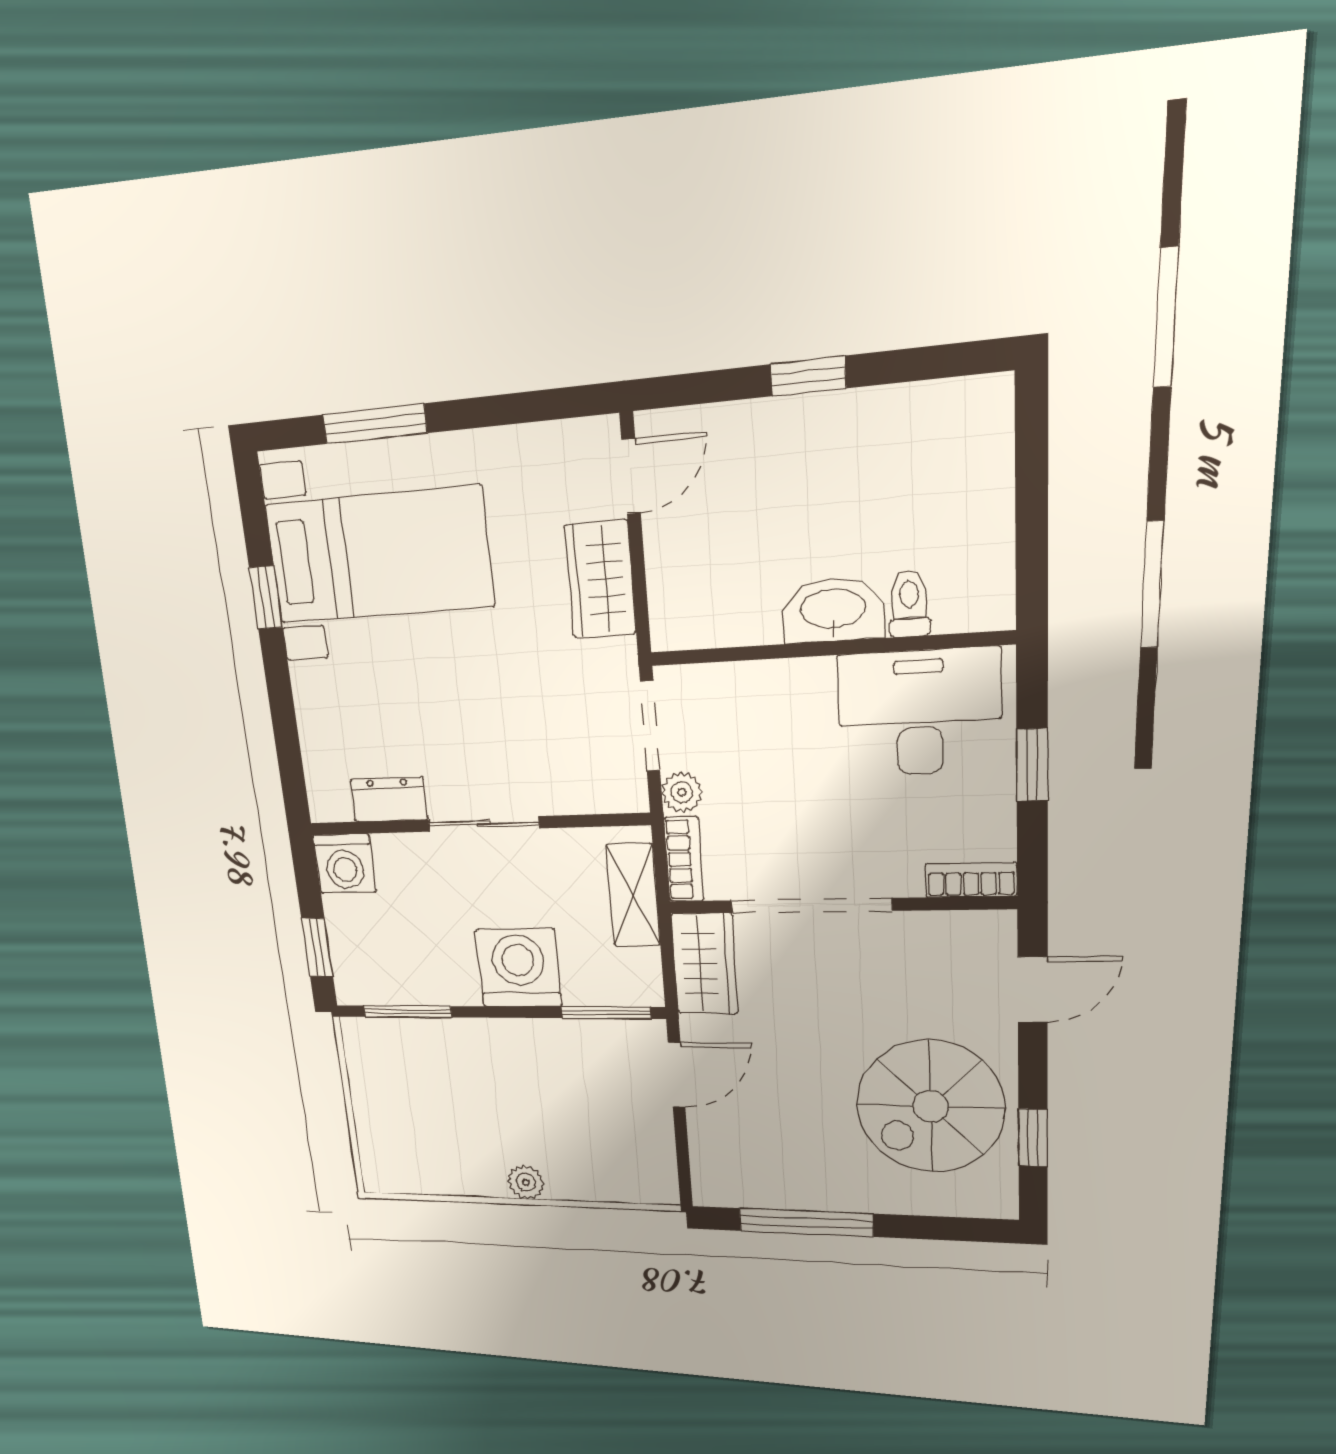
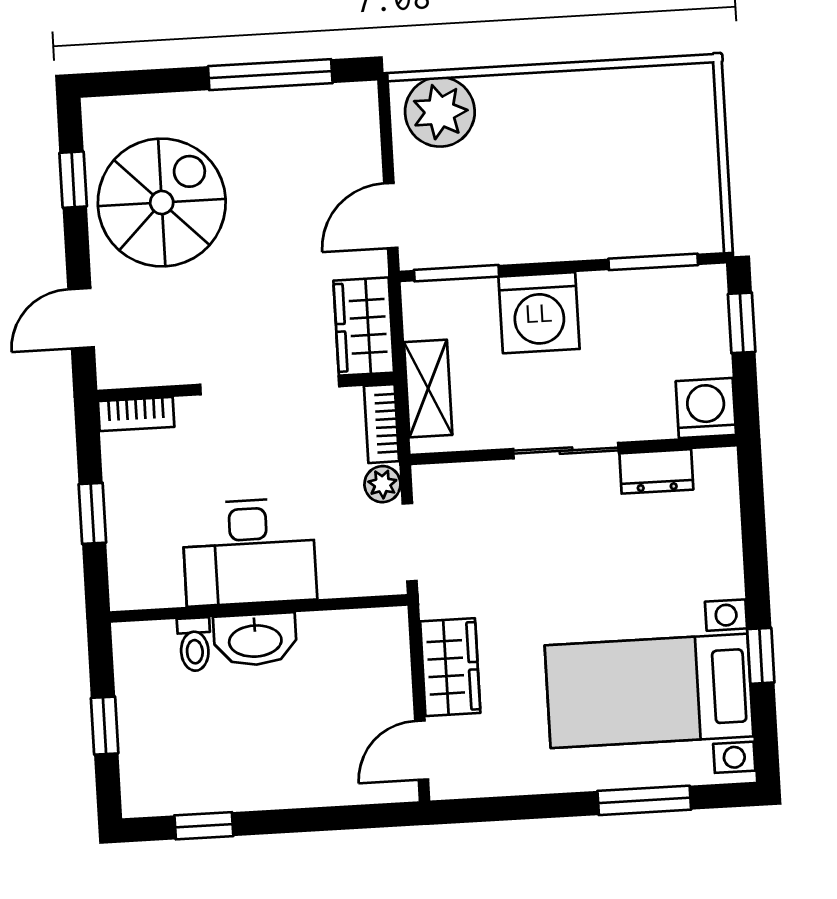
window: (808, 376) -> (204, 826), moved
window: (1032, 496) -> (105, 726), added
desk: (919, 713) -> (249, 552), moved
plant: (526, 1182) -> (440, 112), moved, width x1.88, depth x1.88

